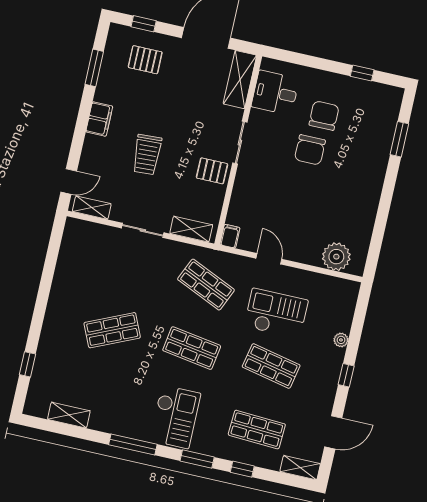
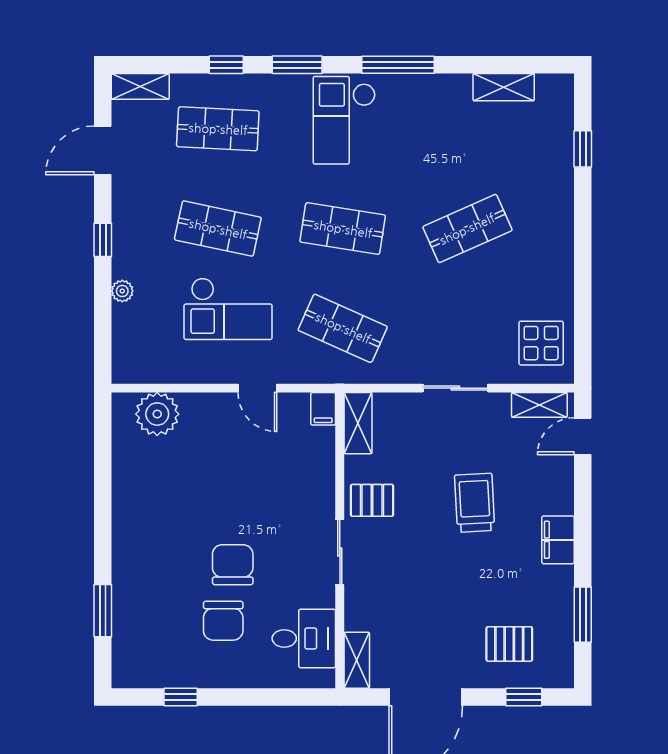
shelving: (240, 80) -> (357, 660), width x0.67, depth x0.75
shelving: (191, 229) -> (358, 423), moved, turned 90
display table: (82, 247) -> (541, 343), added

